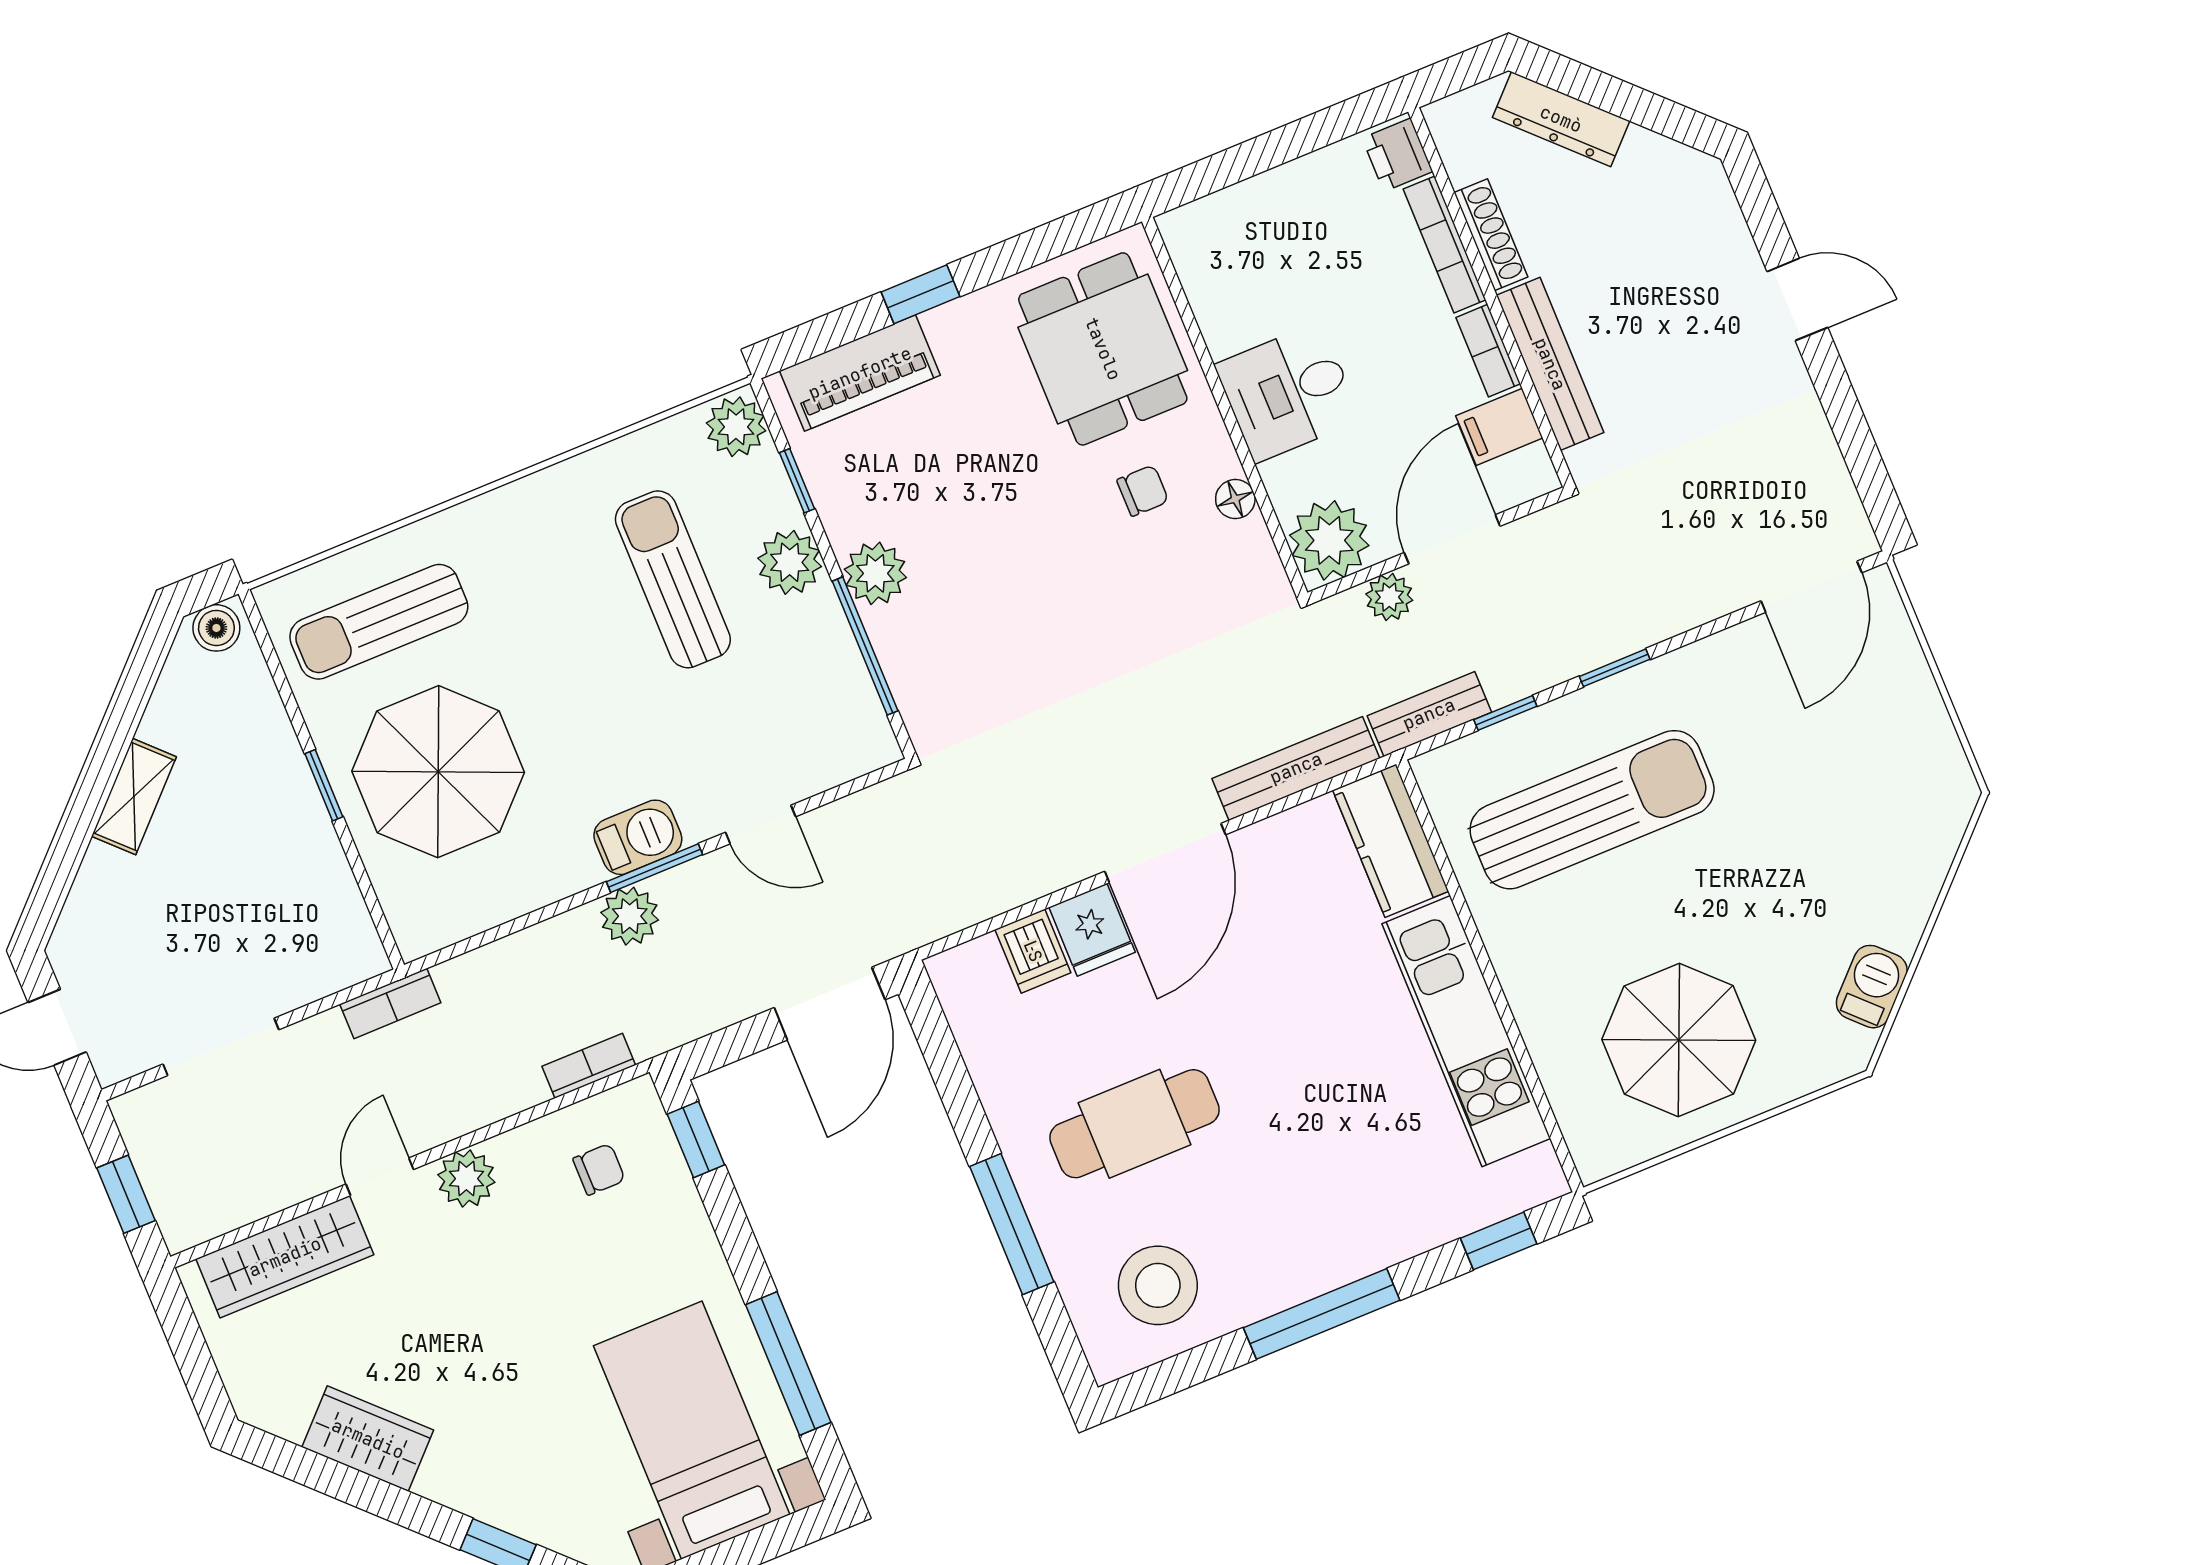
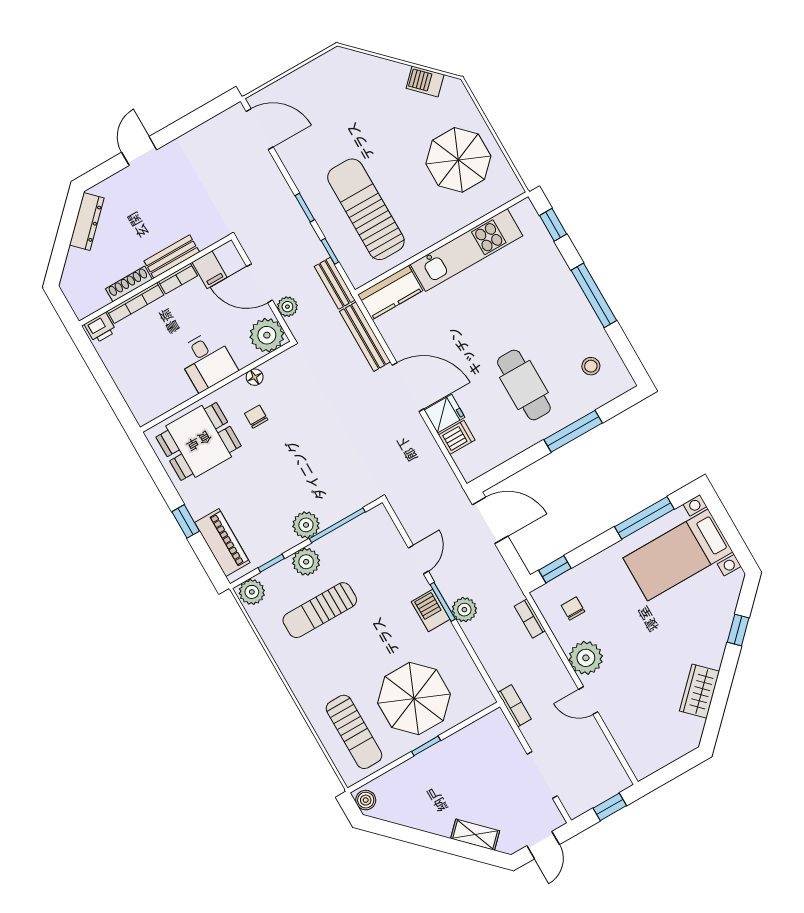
dresser: (1561, 119) -> (87, 222), moved
bench: (1550, 364) -> (172, 257), width x0.73
shelving: (134, 797) -> (475, 835), moved
plant: (466, 1179) -> (586, 658), width x1.36, depth x1.36
wardrobe: (285, 1257) -> (627, 736), removed
stool: (1158, 1285) -> (591, 366), width x0.53, depth x0.53

